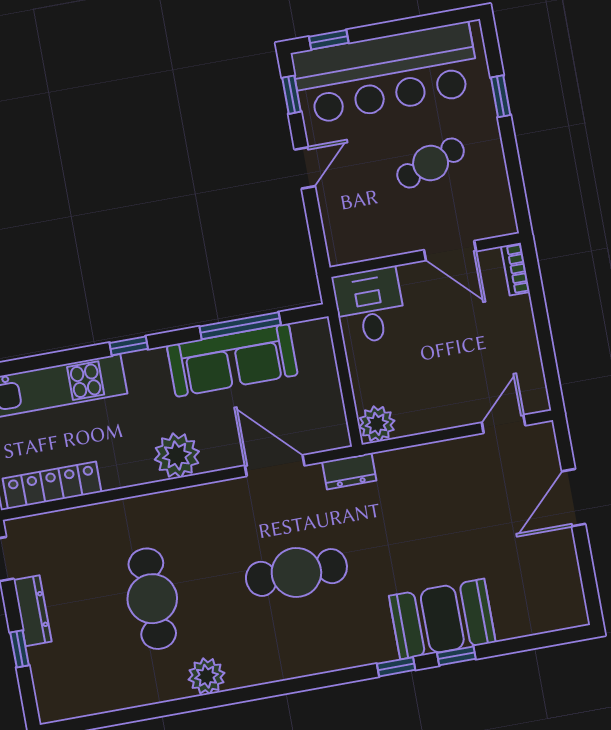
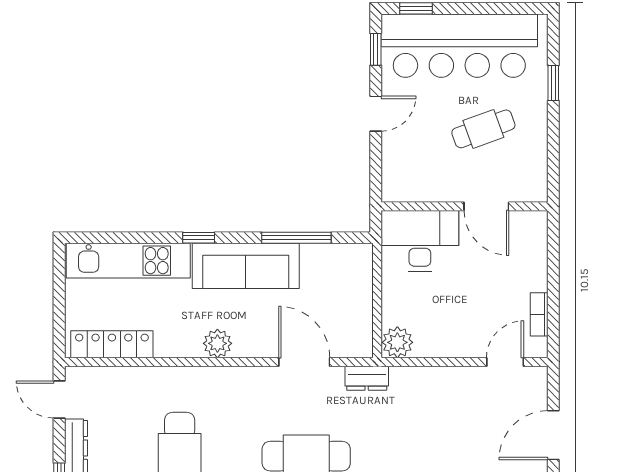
bookcase: (515, 269) -> (539, 314), moved
desk: (369, 306) -> (420, 241), width x1.37
sofa: (232, 360) -> (246, 266), moved
plant: (177, 455) -> (217, 343), width x0.73, depth x0.73

